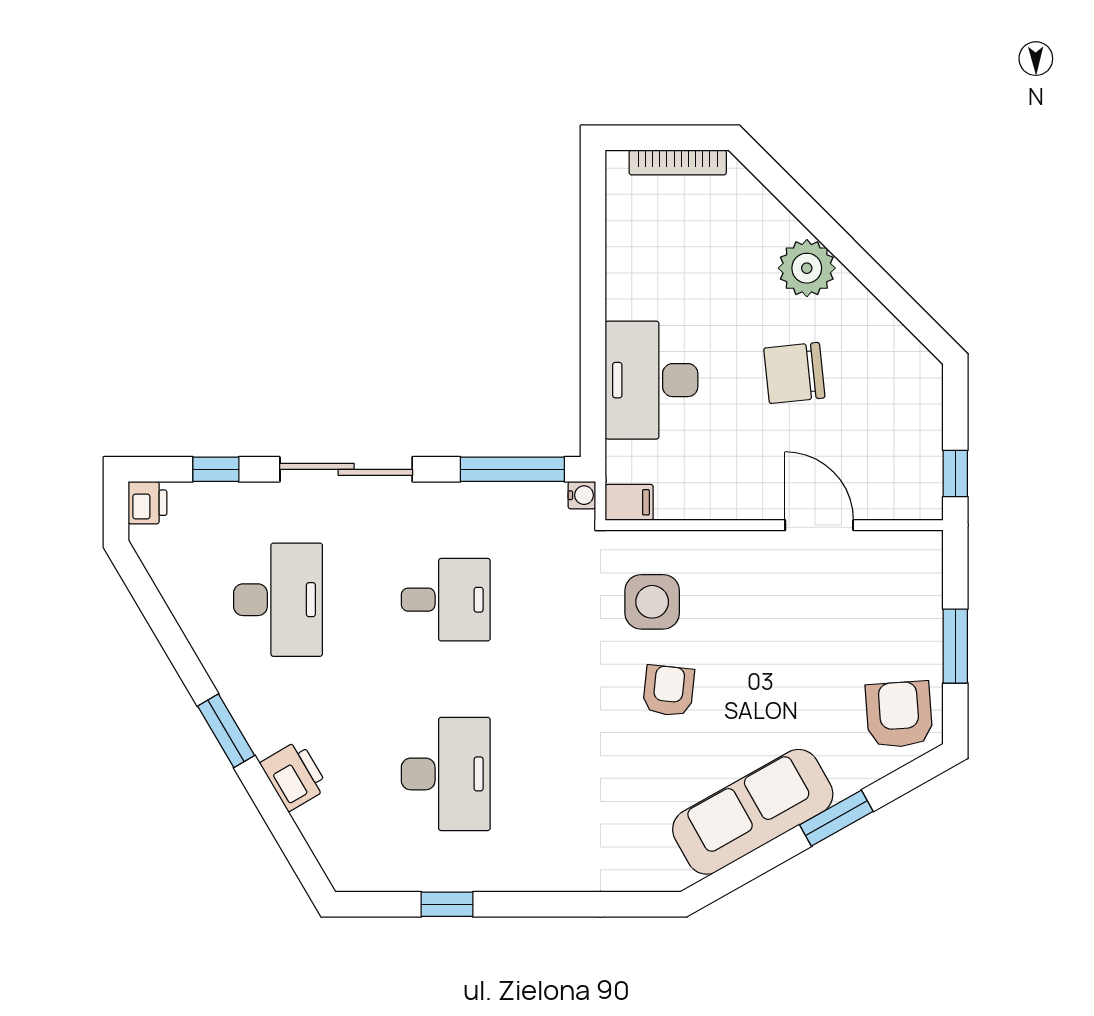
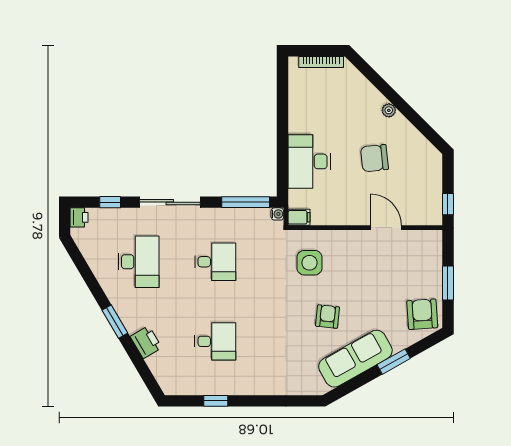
plant: (807, 268) -> (389, 110), width x0.53, depth x0.53
armchair: (669, 691) -> (328, 317), moved
desk: (446, 774) -> (215, 341), width x0.73

